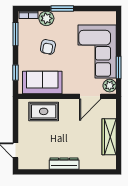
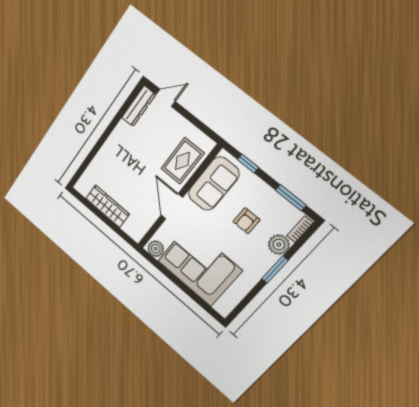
armchair: (48, 47) -> (246, 221), turned -101
window: (119, 67) -> (166, 272), removed
door: (90, 96) -> (172, 206), moved
dresser: (64, 164) -> (139, 106), moved

